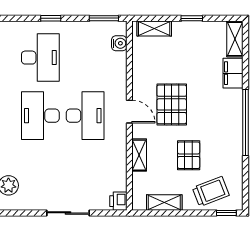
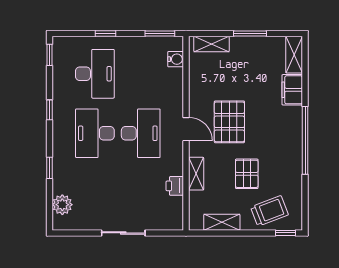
window: (192, 18) -> (250, 34), width x1.50
printer: (118, 201) -> (175, 186), moved

